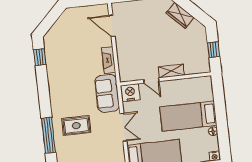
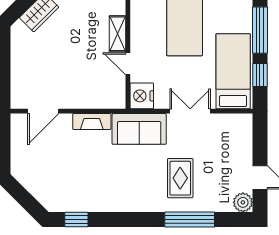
door: (151, 81) -> (128, 64), swing flipped

